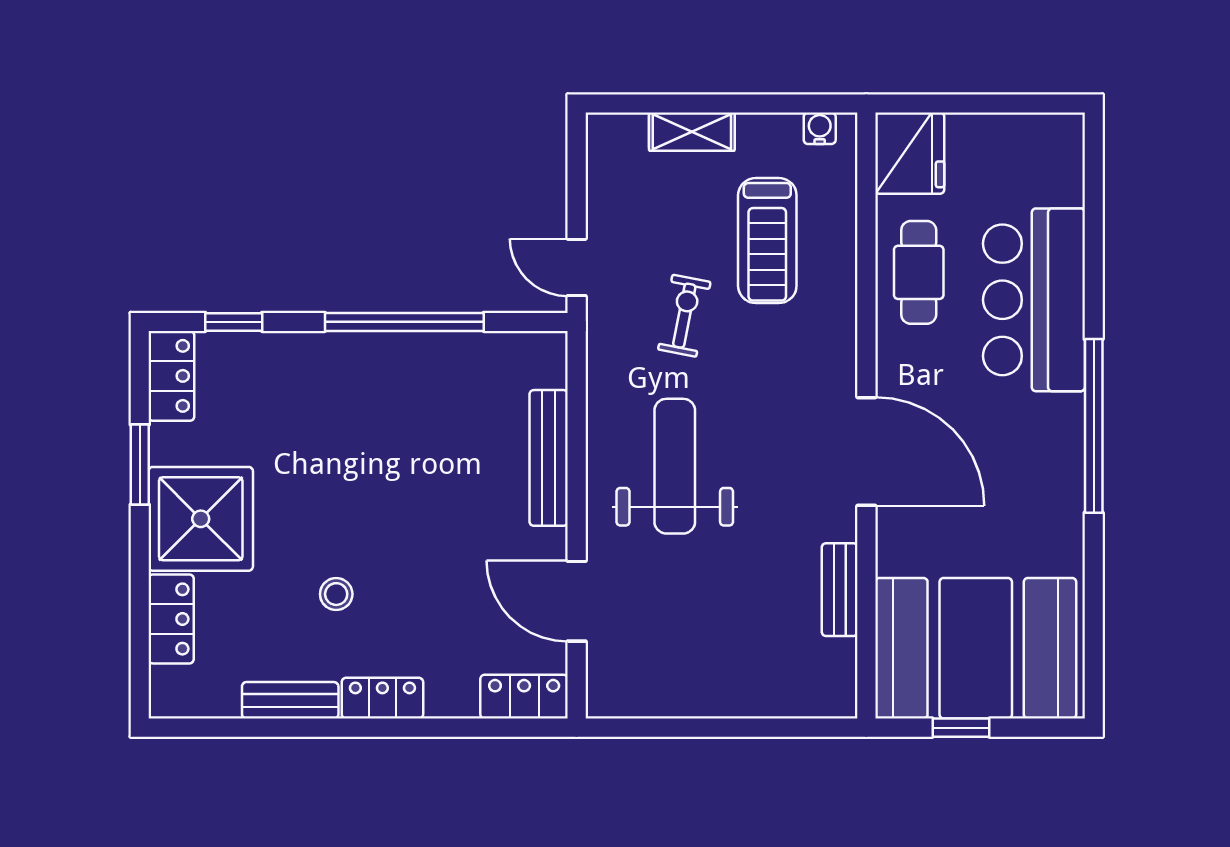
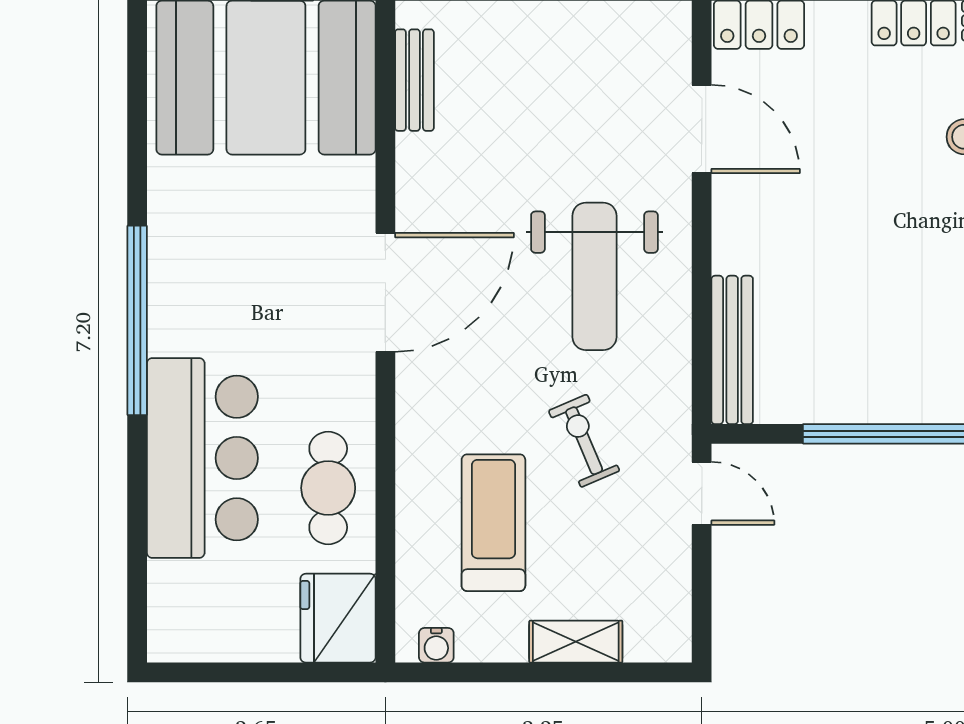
exercise bike: (684, 316) -> (584, 441), turned 146
door: (866, 451) -> (385, 292), swing flipped
bench: (549, 458) -> (732, 350), moved
bench: (840, 590) -> (414, 80), moved

